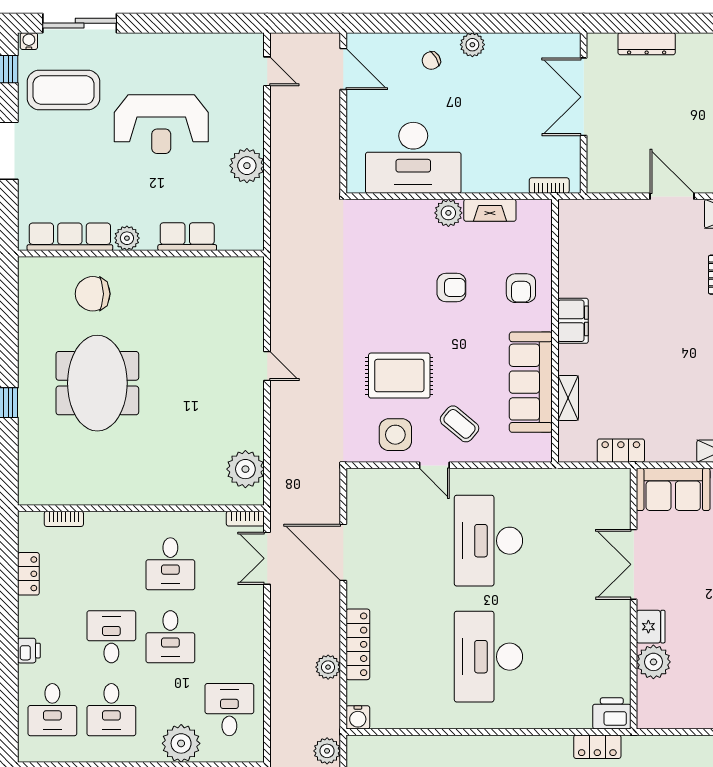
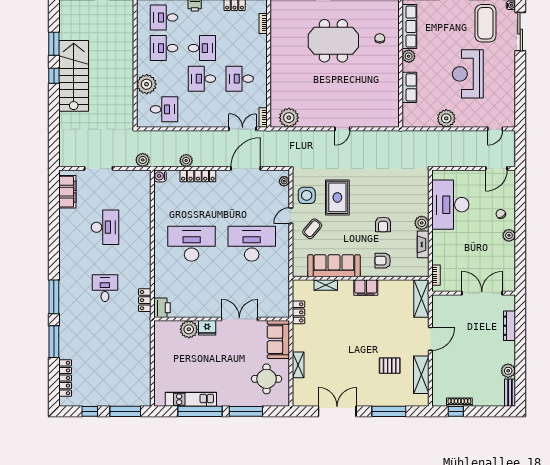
shelving: (594, 214) -> (421, 299), added
chair: (93, 294) -> (380, 38), width x0.54, depth x0.54
plant: (368, 478) -> (284, 181), added

